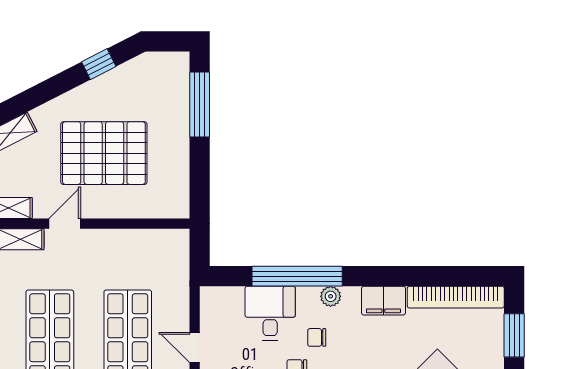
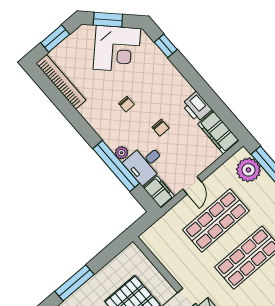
plant: (331, 296) -> (121, 153), moved
filing cabinet: (383, 301) -> (159, 192), moved
chair: (317, 337) -> (126, 104), moved

